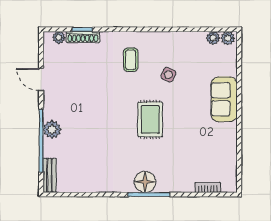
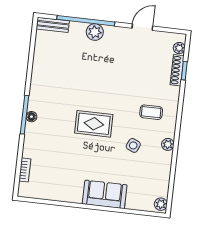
plant: (213, 38) -> (168, 144), moved
floor lamp: (145, 182) -> (31, 117), width x0.53, depth x0.53

